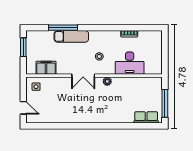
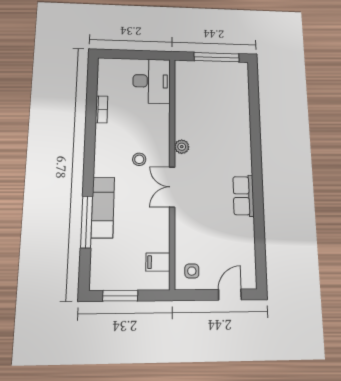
desk: (130, 63) -> (152, 81), moved
filing cabinet: (46, 68) -> (158, 262), width x0.50
double door: (83, 76) -> (172, 187), swing flipped
row of seats: (146, 117) -> (243, 196), moved

